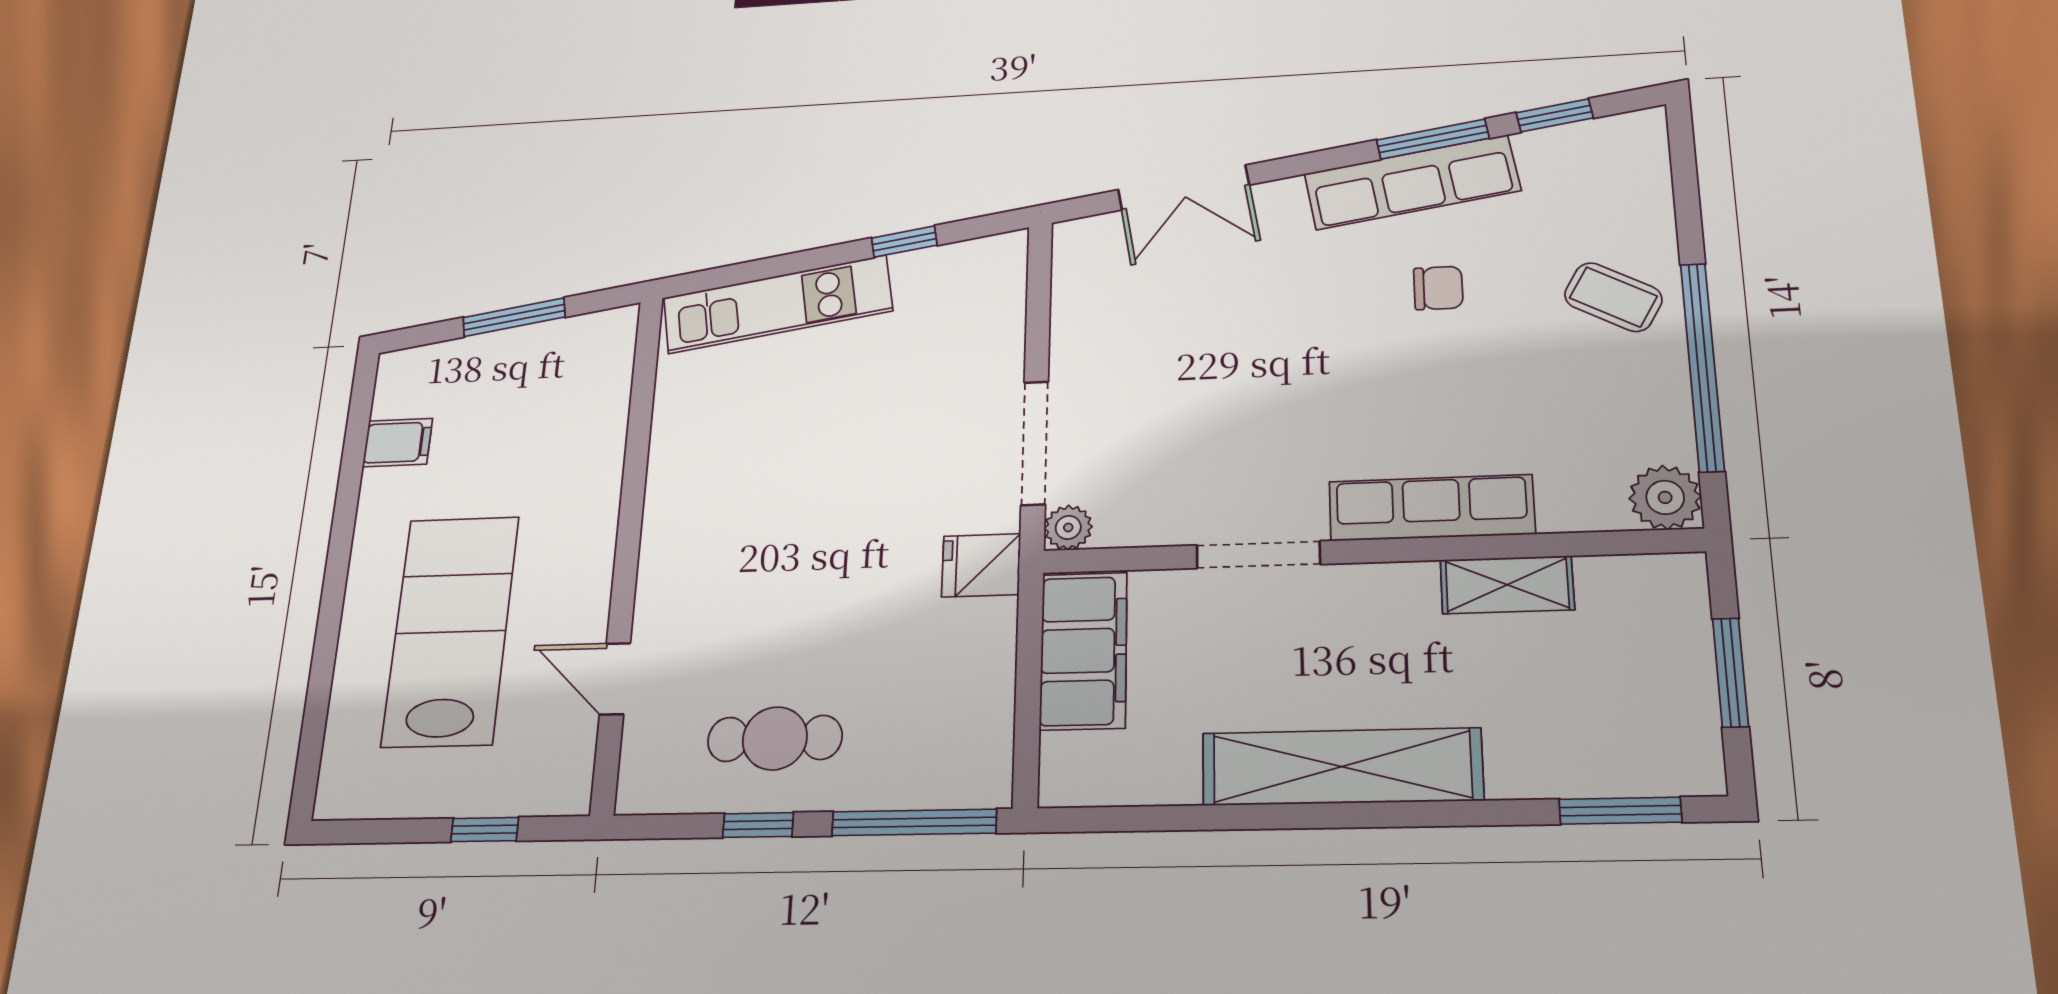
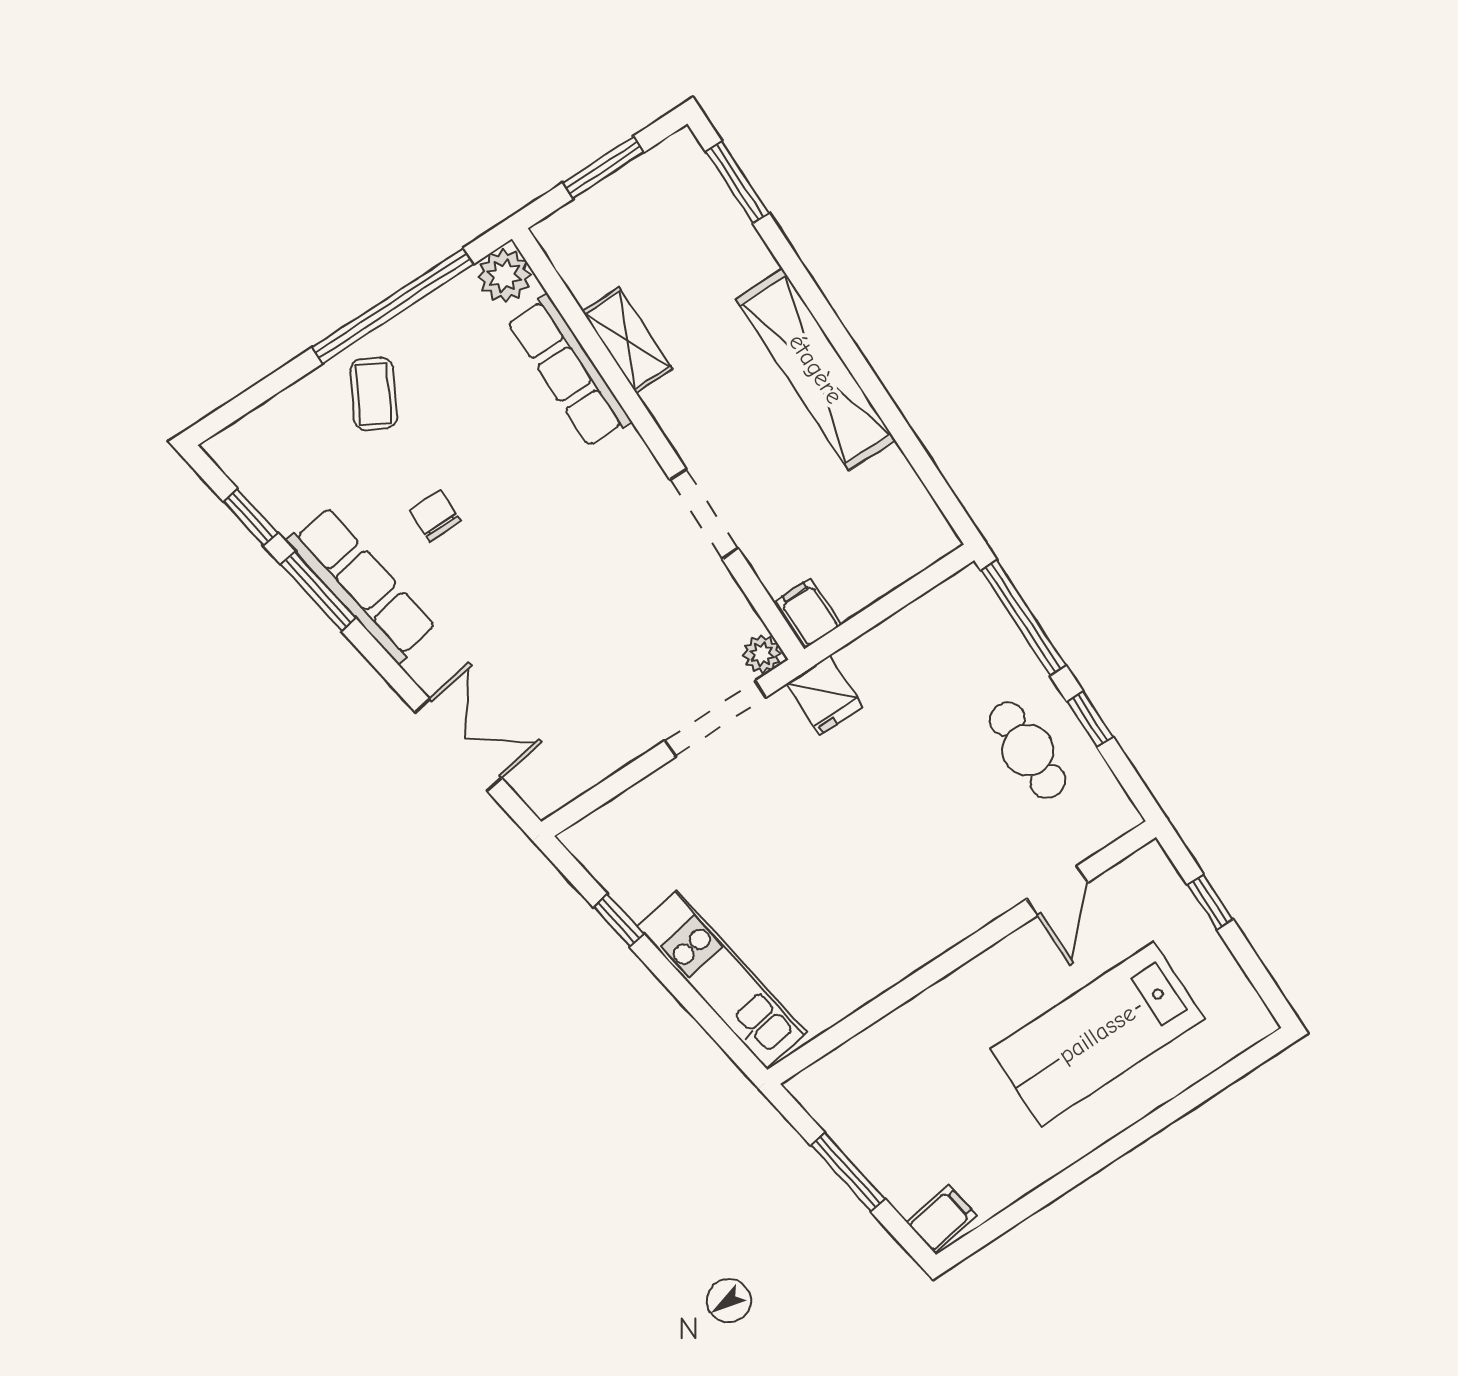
filing cabinet: (398, 443) -> (942, 1219), moved, turned 81
row of seats: (1431, 508) -> (569, 371), moved
filing cabinet: (1084, 651) -> (808, 613), width x0.33, depth x0.86

